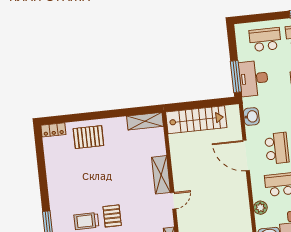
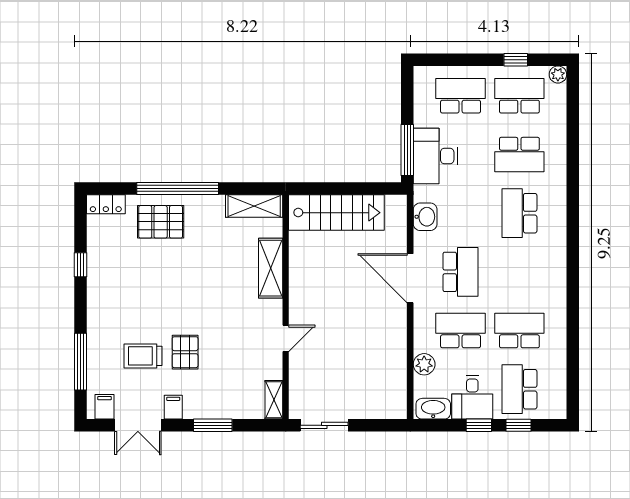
window: (97, 115) -> (178, 188), added
window: (42, 169) -> (80, 265), added
shelving: (161, 175) -> (271, 268), moved

